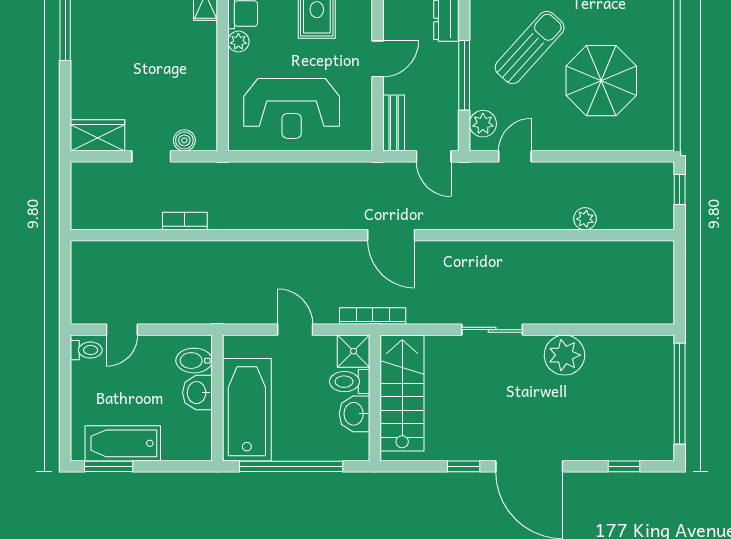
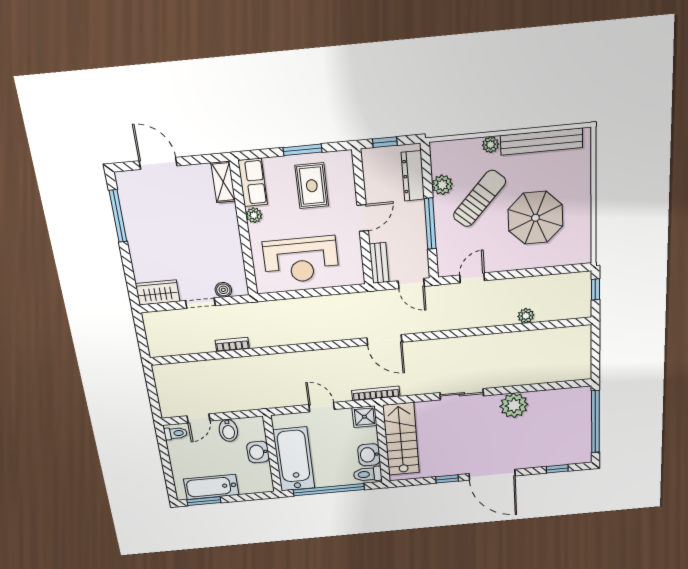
plant: (483, 124) -> (442, 185), moved
bidet: (194, 361) -> (228, 430), moved, turned -90
toilet: (350, 382) -> (368, 474), moved

